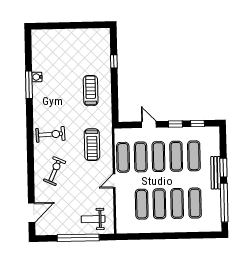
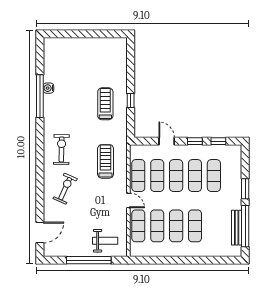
window: (114, 61) -> (131, 100), moved
window: (29, 85) -> (40, 96), width x1.46
exercise bike: (50, 134) -> (61, 149), turned -86
treadmill: (92, 145) -> (106, 161), turned 180
bench: (216, 173) -> (237, 228), moved
door: (114, 181) -> (128, 200), swing flipped
exercise mat: (195, 203) -> (138, 226), moved
weight bench: (93, 219) -> (105, 241), turned 180

